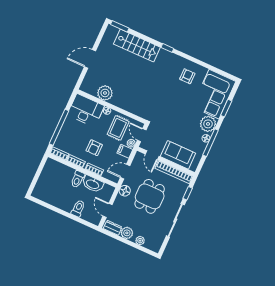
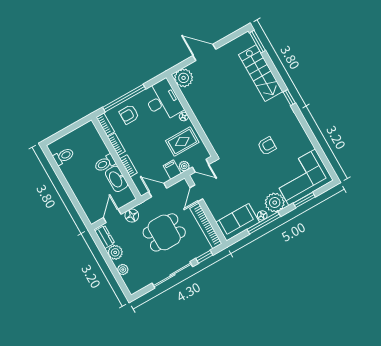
armchair: (187, 76) -> (267, 146), moved
plant: (105, 93) -> (184, 78), moved
door: (142, 135) -> (201, 166), swing flipped
armchair: (94, 148) -> (129, 114), moved
sofa: (178, 155) -> (238, 222), moved, turned -90
floor lamp: (125, 191) -> (132, 216), moved
toilet: (78, 208) -> (64, 156), moved

